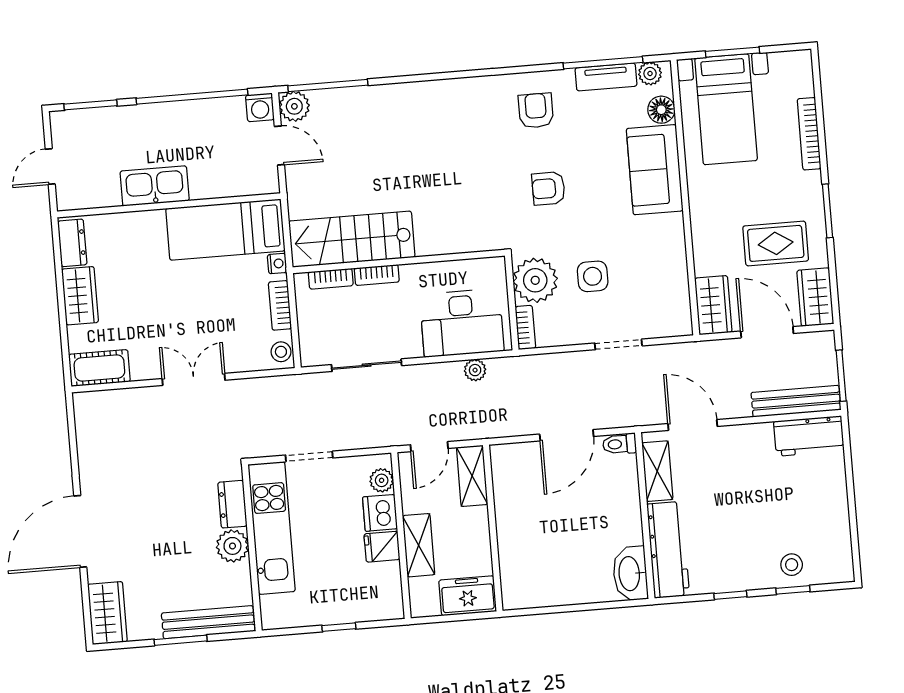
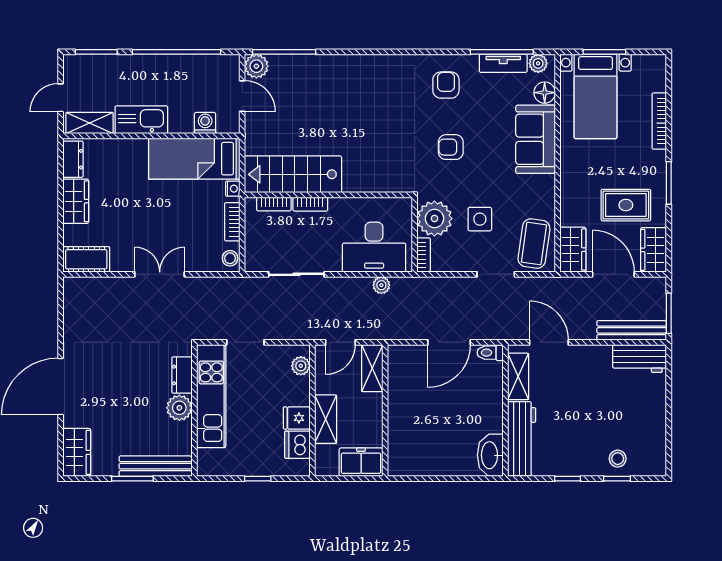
washing machine: (260, 107) -> (205, 123), moved, turned 180
shelving: (89, 195) -> (90, 123), added
coffee table: (663, 302) -> (534, 244), added
dishwasher: (380, 513) -> (297, 445), moved

